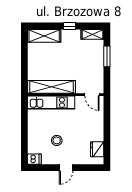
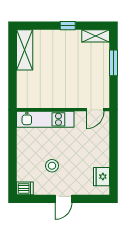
shelving: (44, 36) -> (25, 50), moved, turned 90
shelving: (51, 87) -> (46, 100), removed
door: (92, 95) -> (95, 110), hinge flipped

